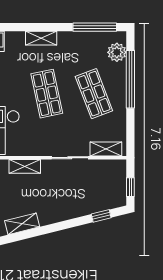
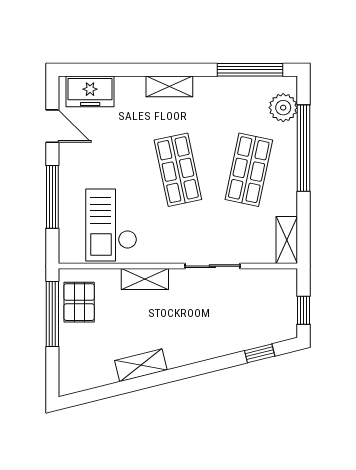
shop shelf: (94, 94) -> (249, 170), turned 33
shelving: (106, 149) -> (287, 240), moved, turned 90

